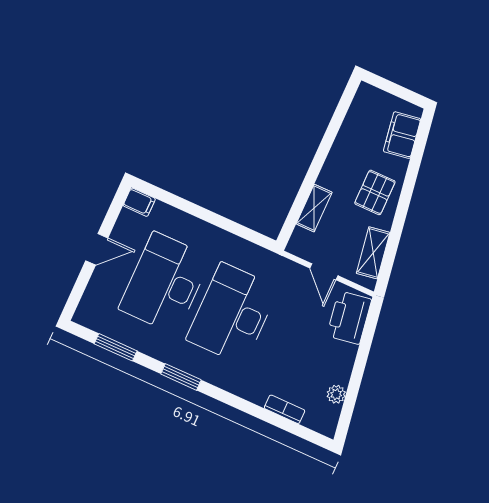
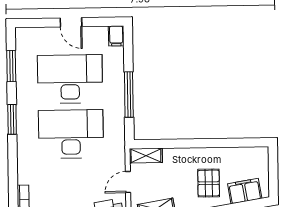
pallet: (375, 192) -> (209, 183), moved, turned 90
shelving: (314, 208) -> (146, 156), moved
window: (218, 220) -> (129, 95), added

